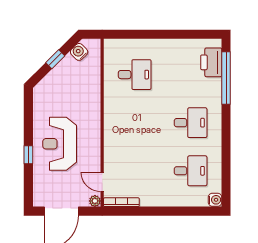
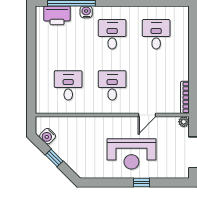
desk: (135, 123) -> (112, 85), added
door: (102, 182) -> (147, 115), moved
water cooler: (215, 200) -> (86, 12), moved

